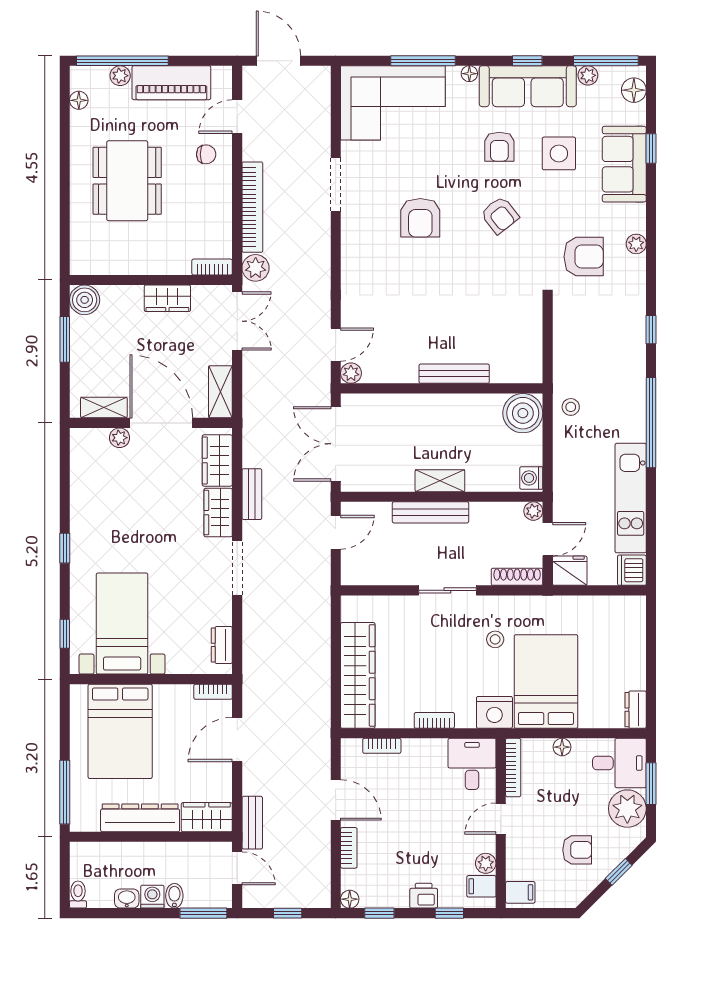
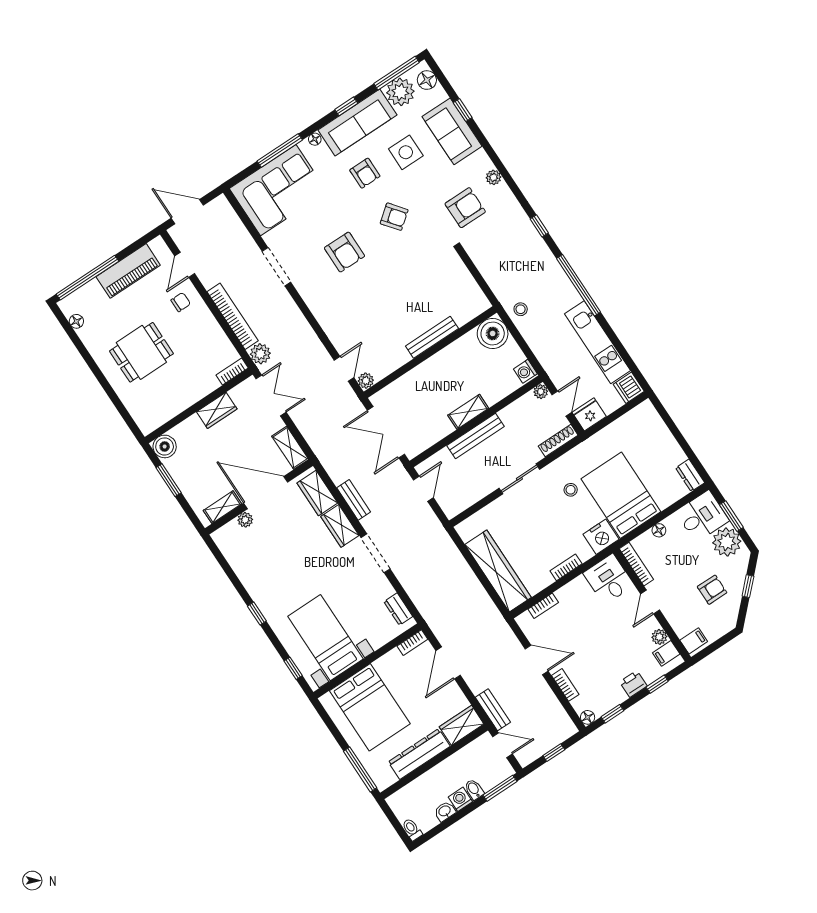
plant: (588, 75) -> (400, 92), width x1.87, depth x1.87
plant: (120, 76) -> (92, 288), removed
dining table: (127, 181) -> (141, 352), width x0.73

